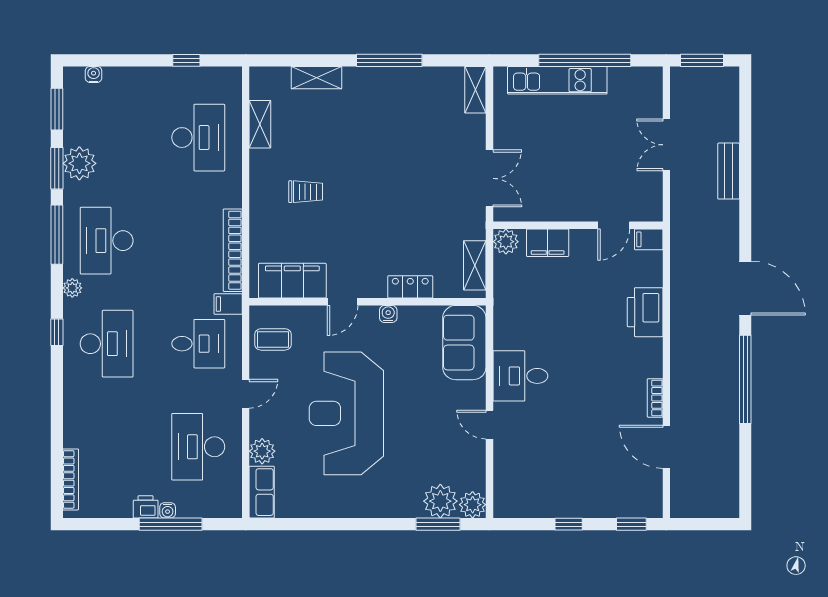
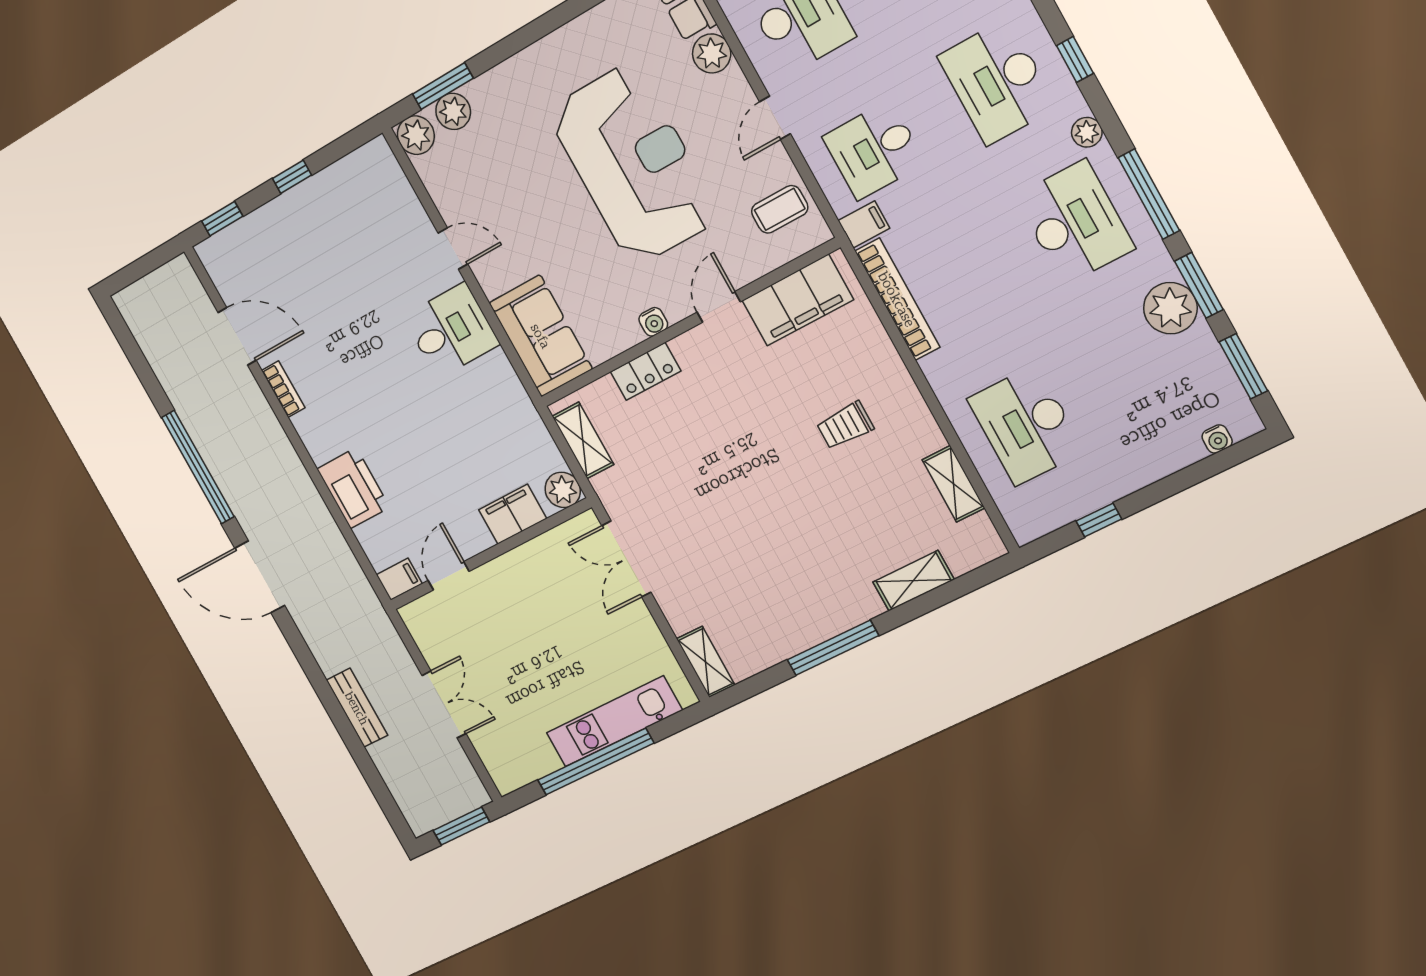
plant: (440, 501) -> (453, 111), width x0.73, depth x0.73

